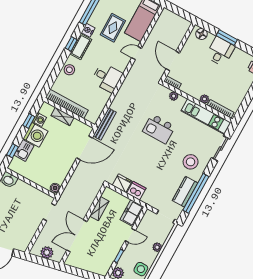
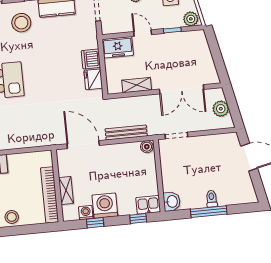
bench: (105, 124) -> (126, 132), moved
kitchen sink: (24, 150) -> (148, 205), moved

